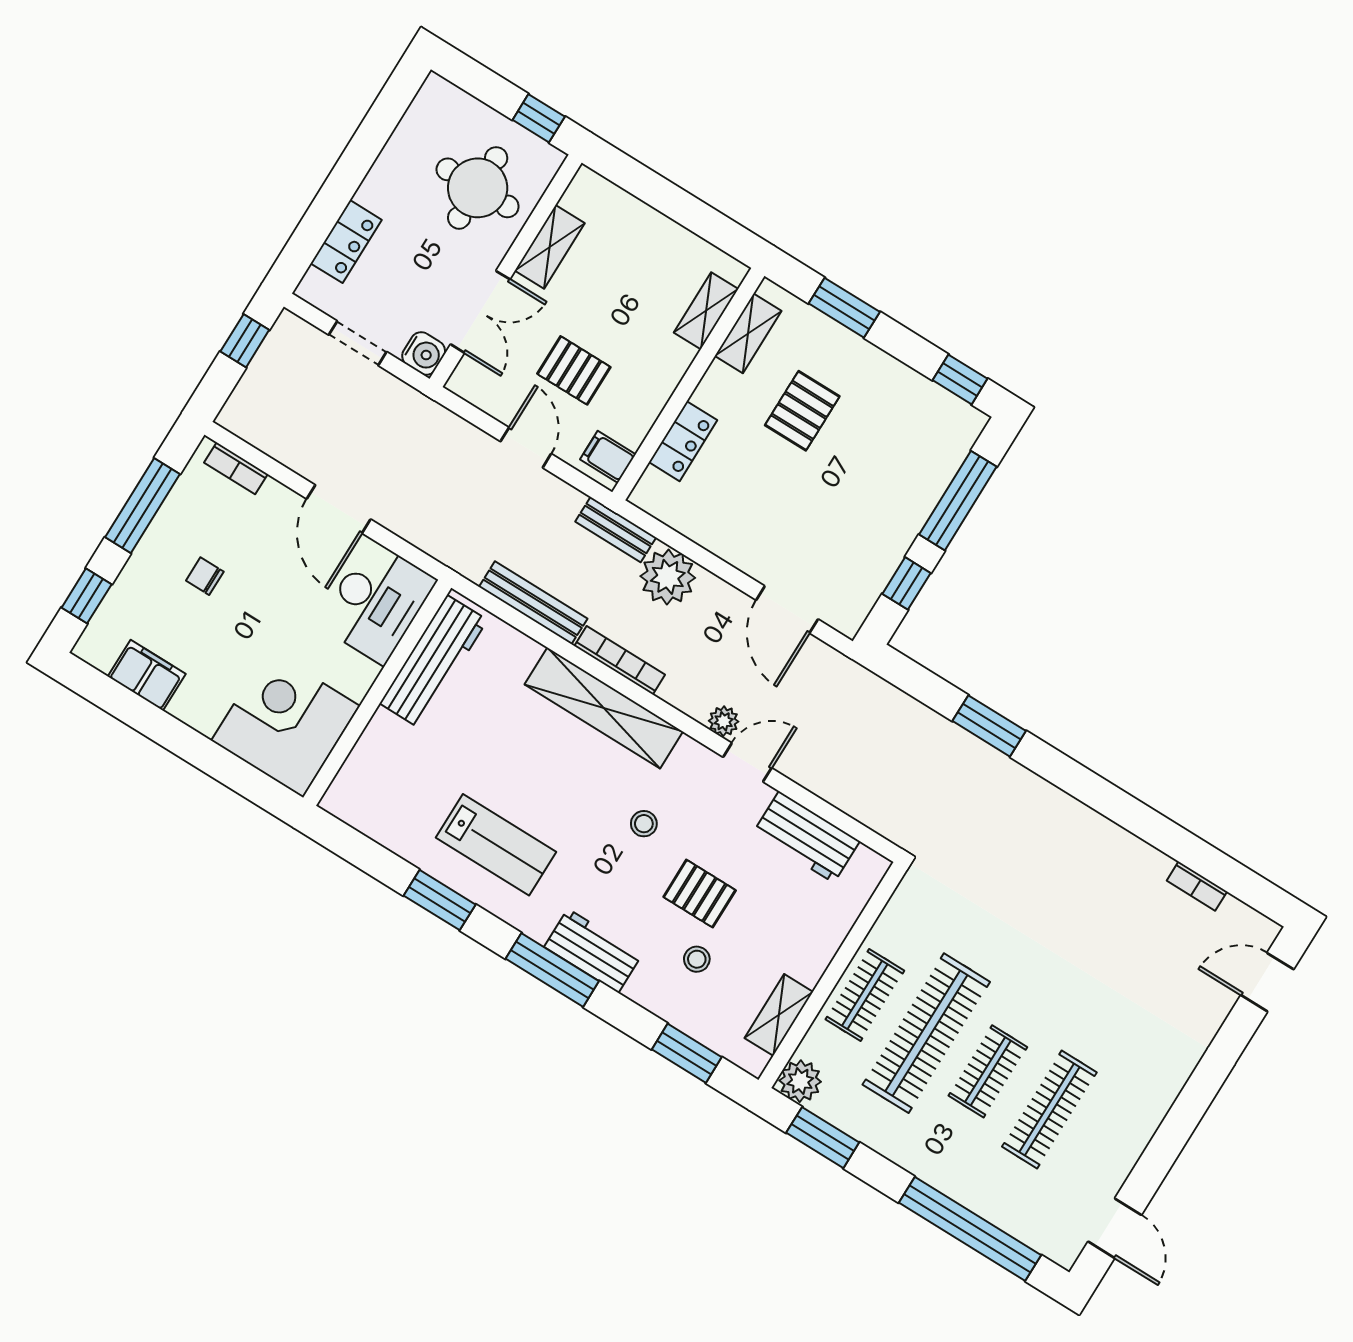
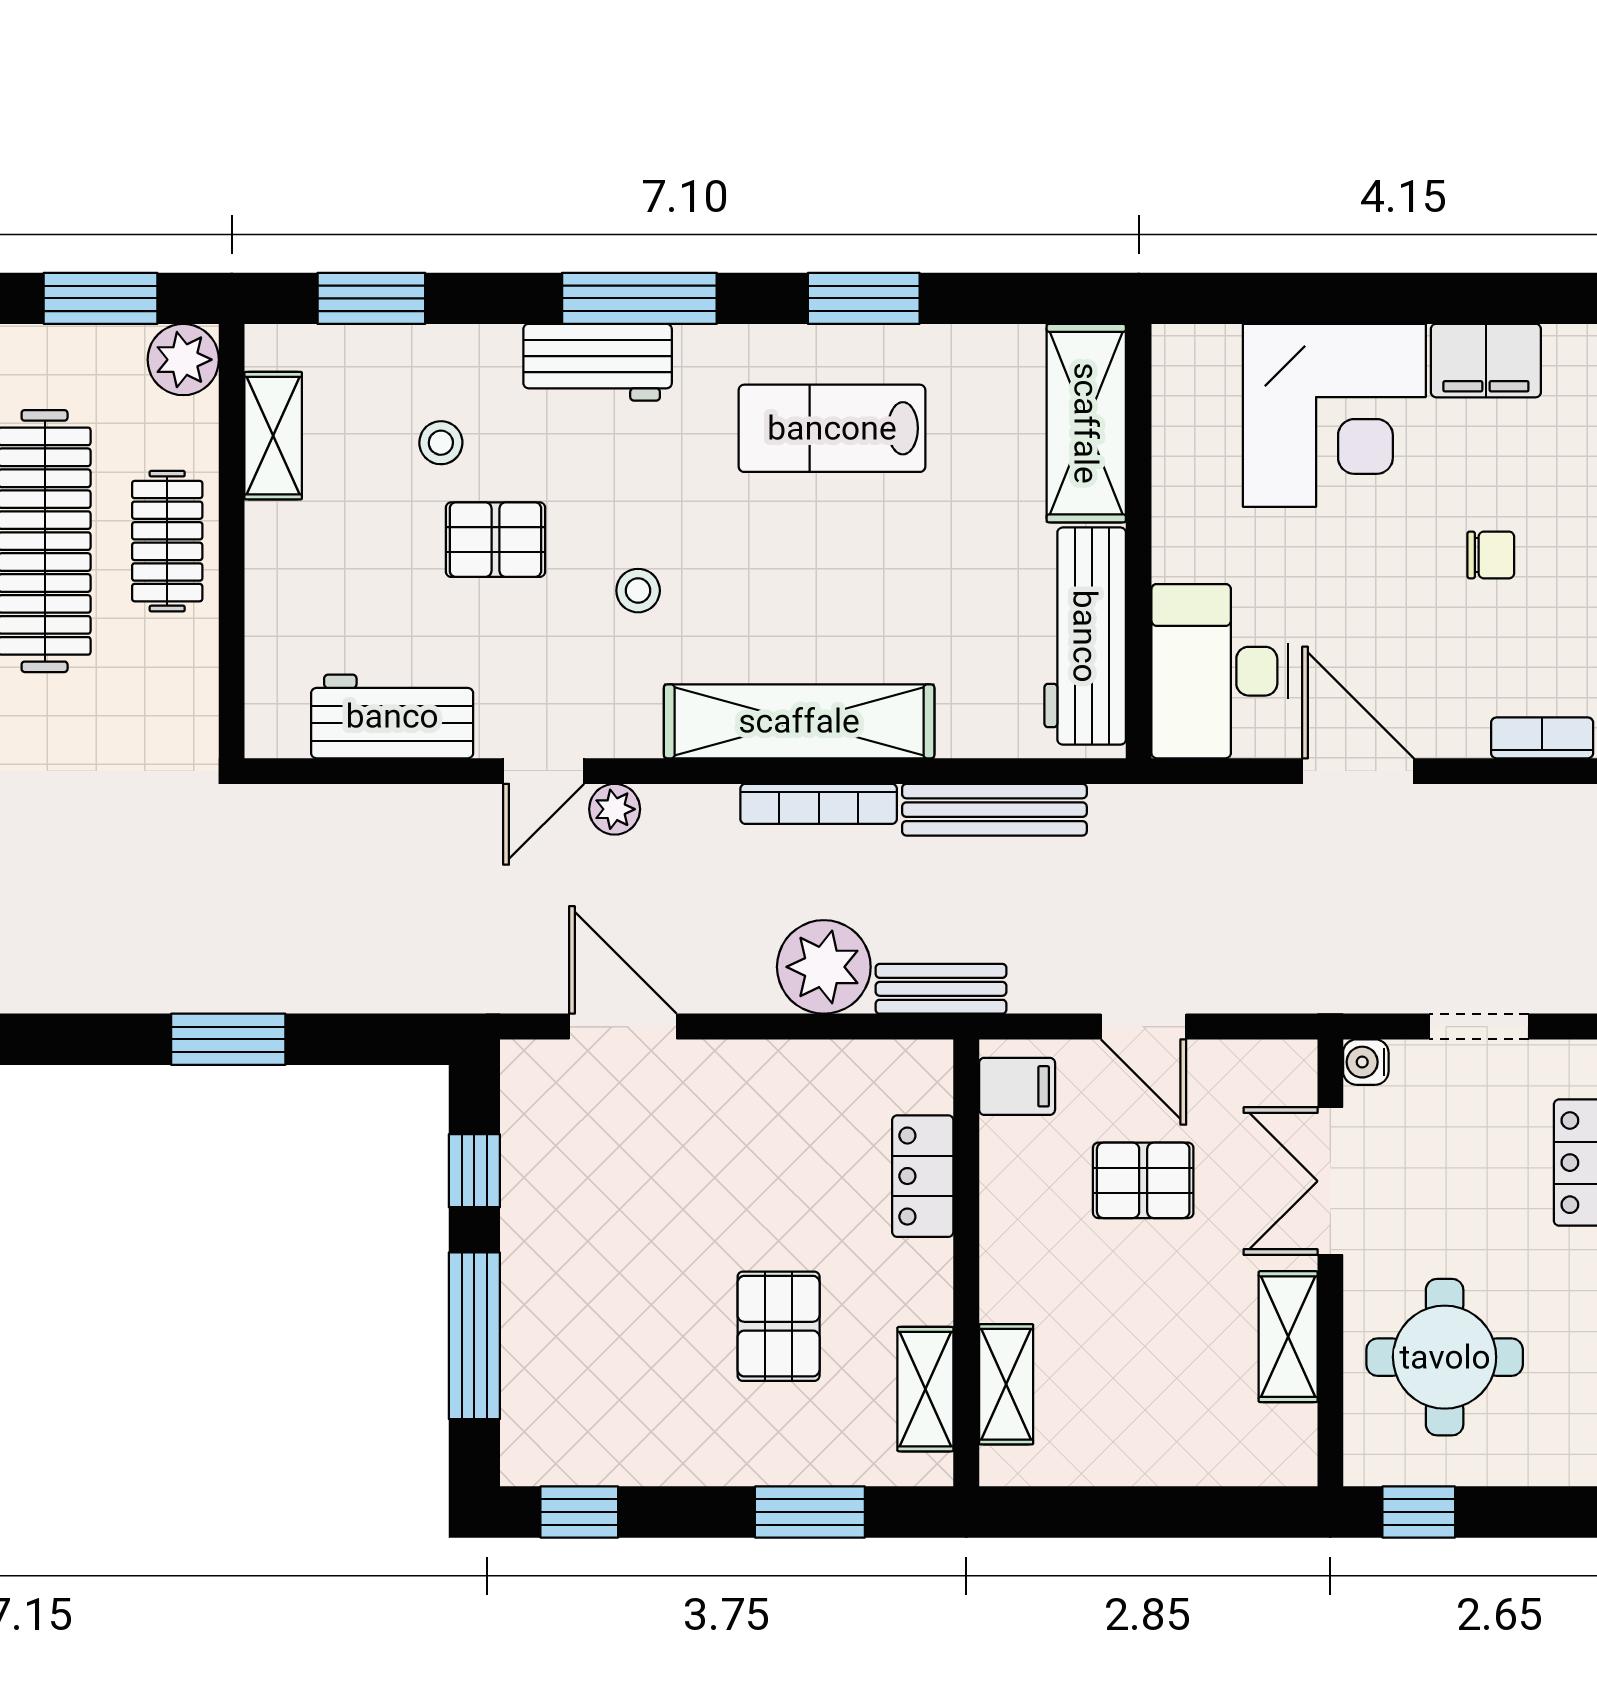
water cooler: (424, 353) -> (1366, 1062), width x0.72, depth x0.72
corner desk: (285, 723) -> (1334, 415), moved
shelving: (367, 768) -> (1086, 423), added

